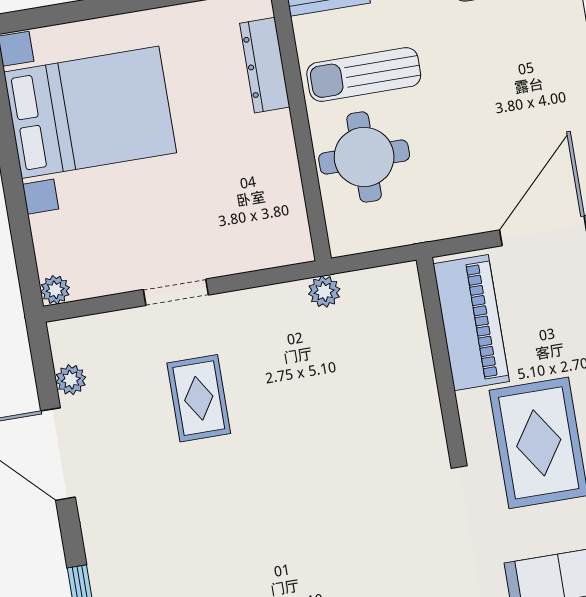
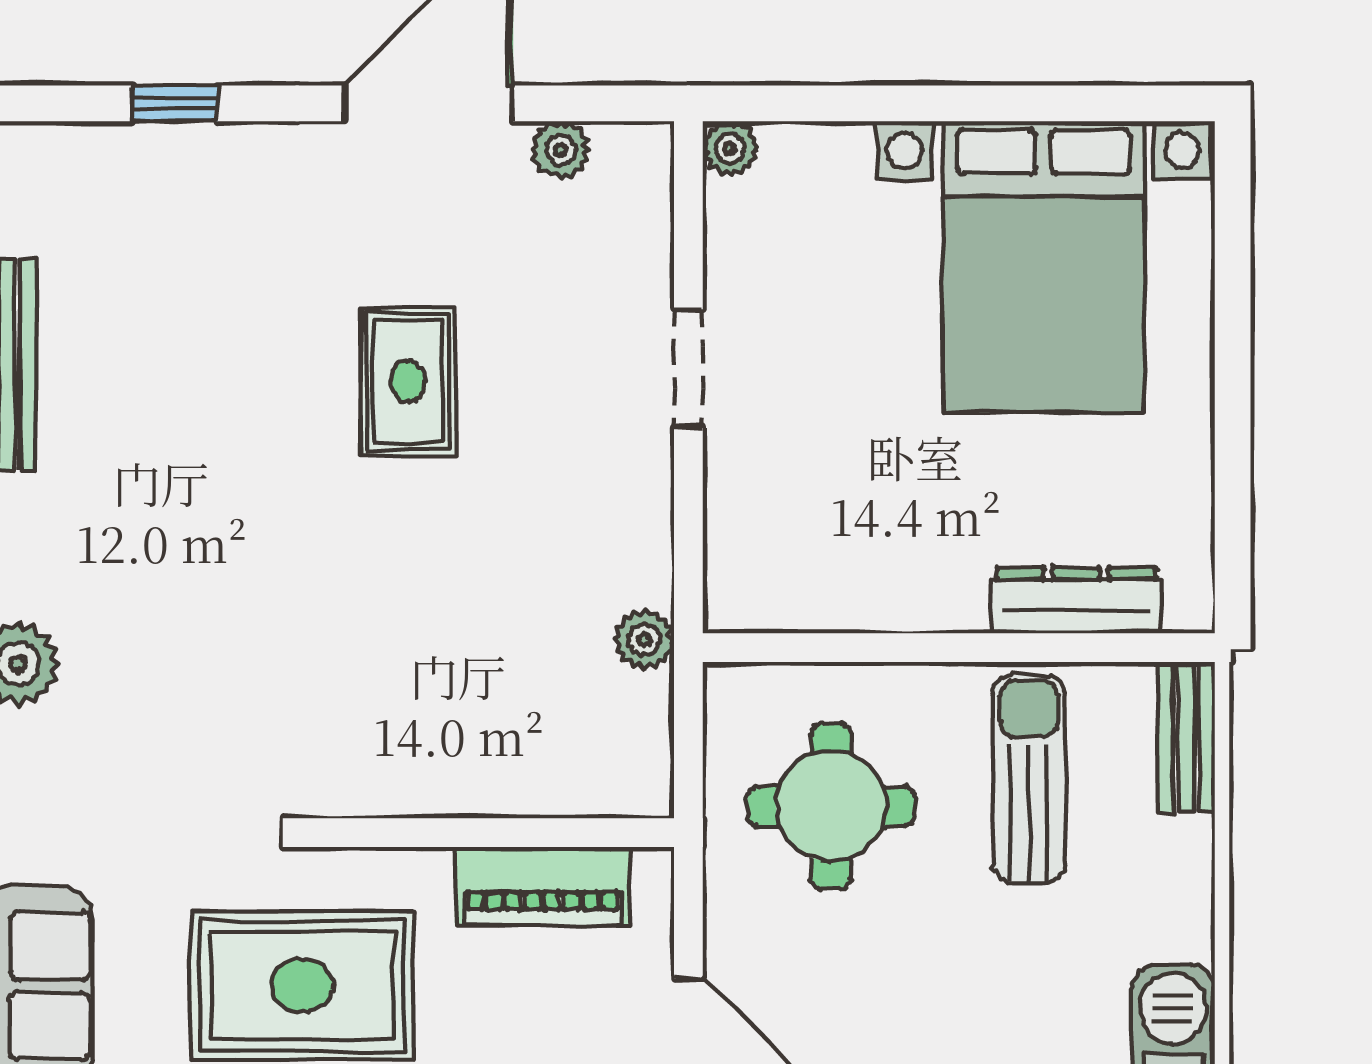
round table: (364, 157) -> (831, 806), moved
piano: (471, 323) -> (542, 886), width x0.73, depth x0.75
rug: (199, 398) -> (408, 382), moved, turned 90

